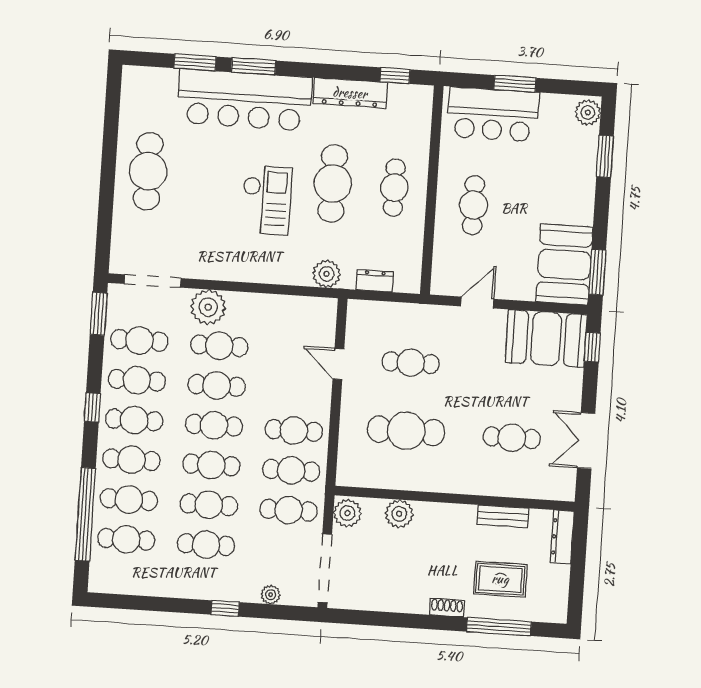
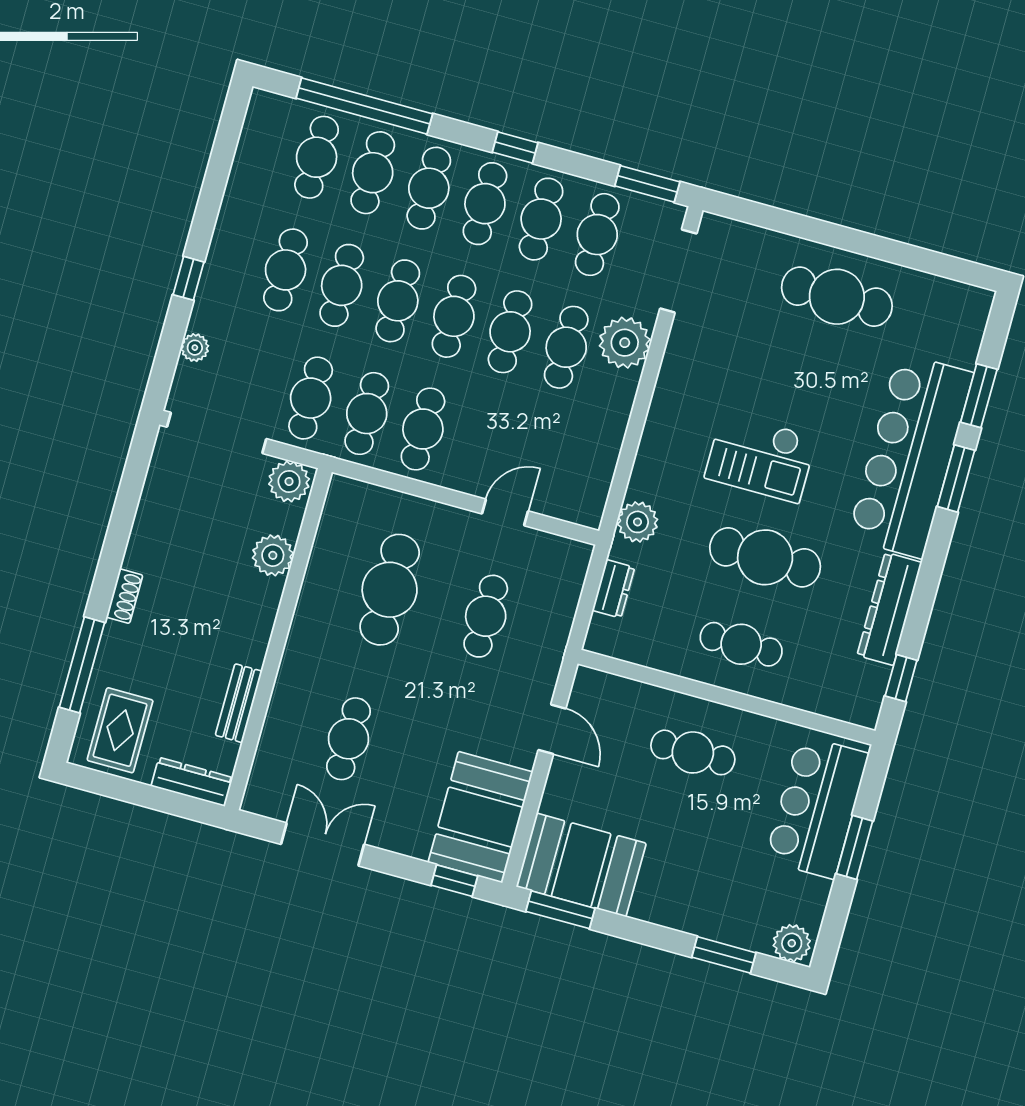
rug: (500, 579) -> (120, 730), moved

